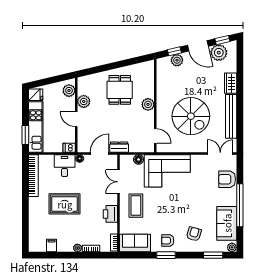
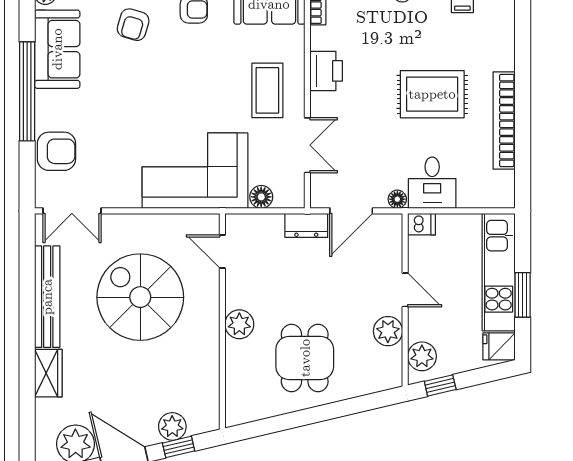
window: (61, 78) -> (440, 385), added
window: (25, 135) -> (523, 295), moved
bookcase: (33, 176) -> (504, 120), moved

